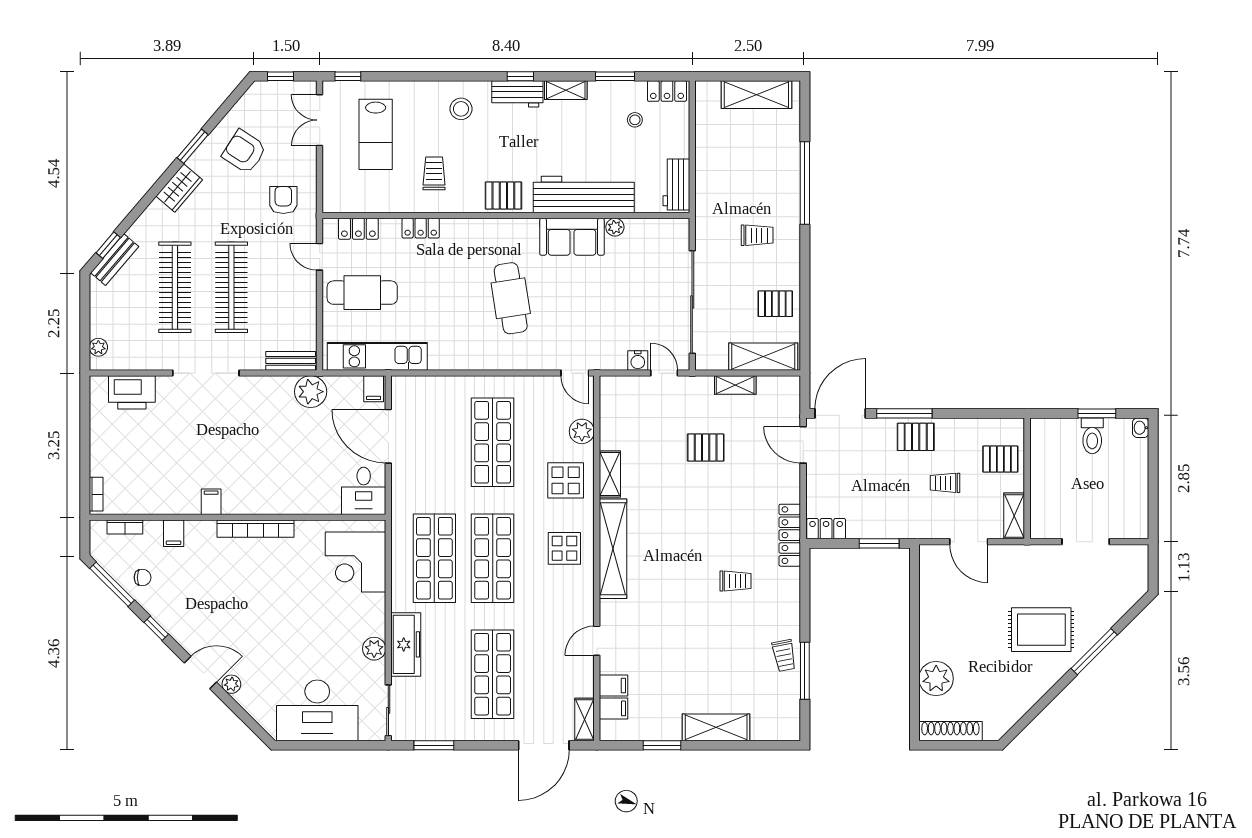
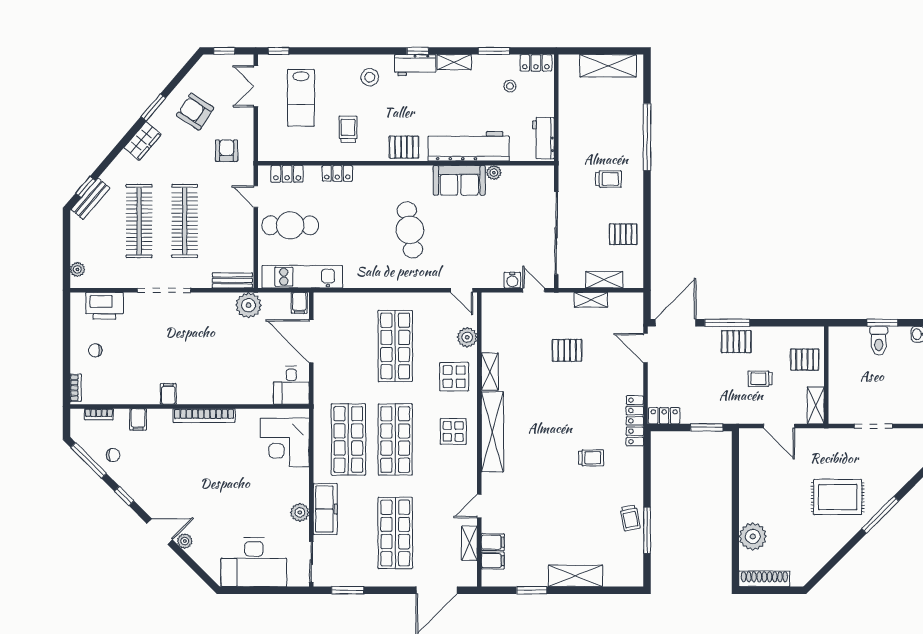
shelving: (763, 357) -> (604, 280), width x0.67, depth x0.75
chair: (120, 448) -> (95, 350), added
shelving: (585, 719) -> (469, 543), moved

